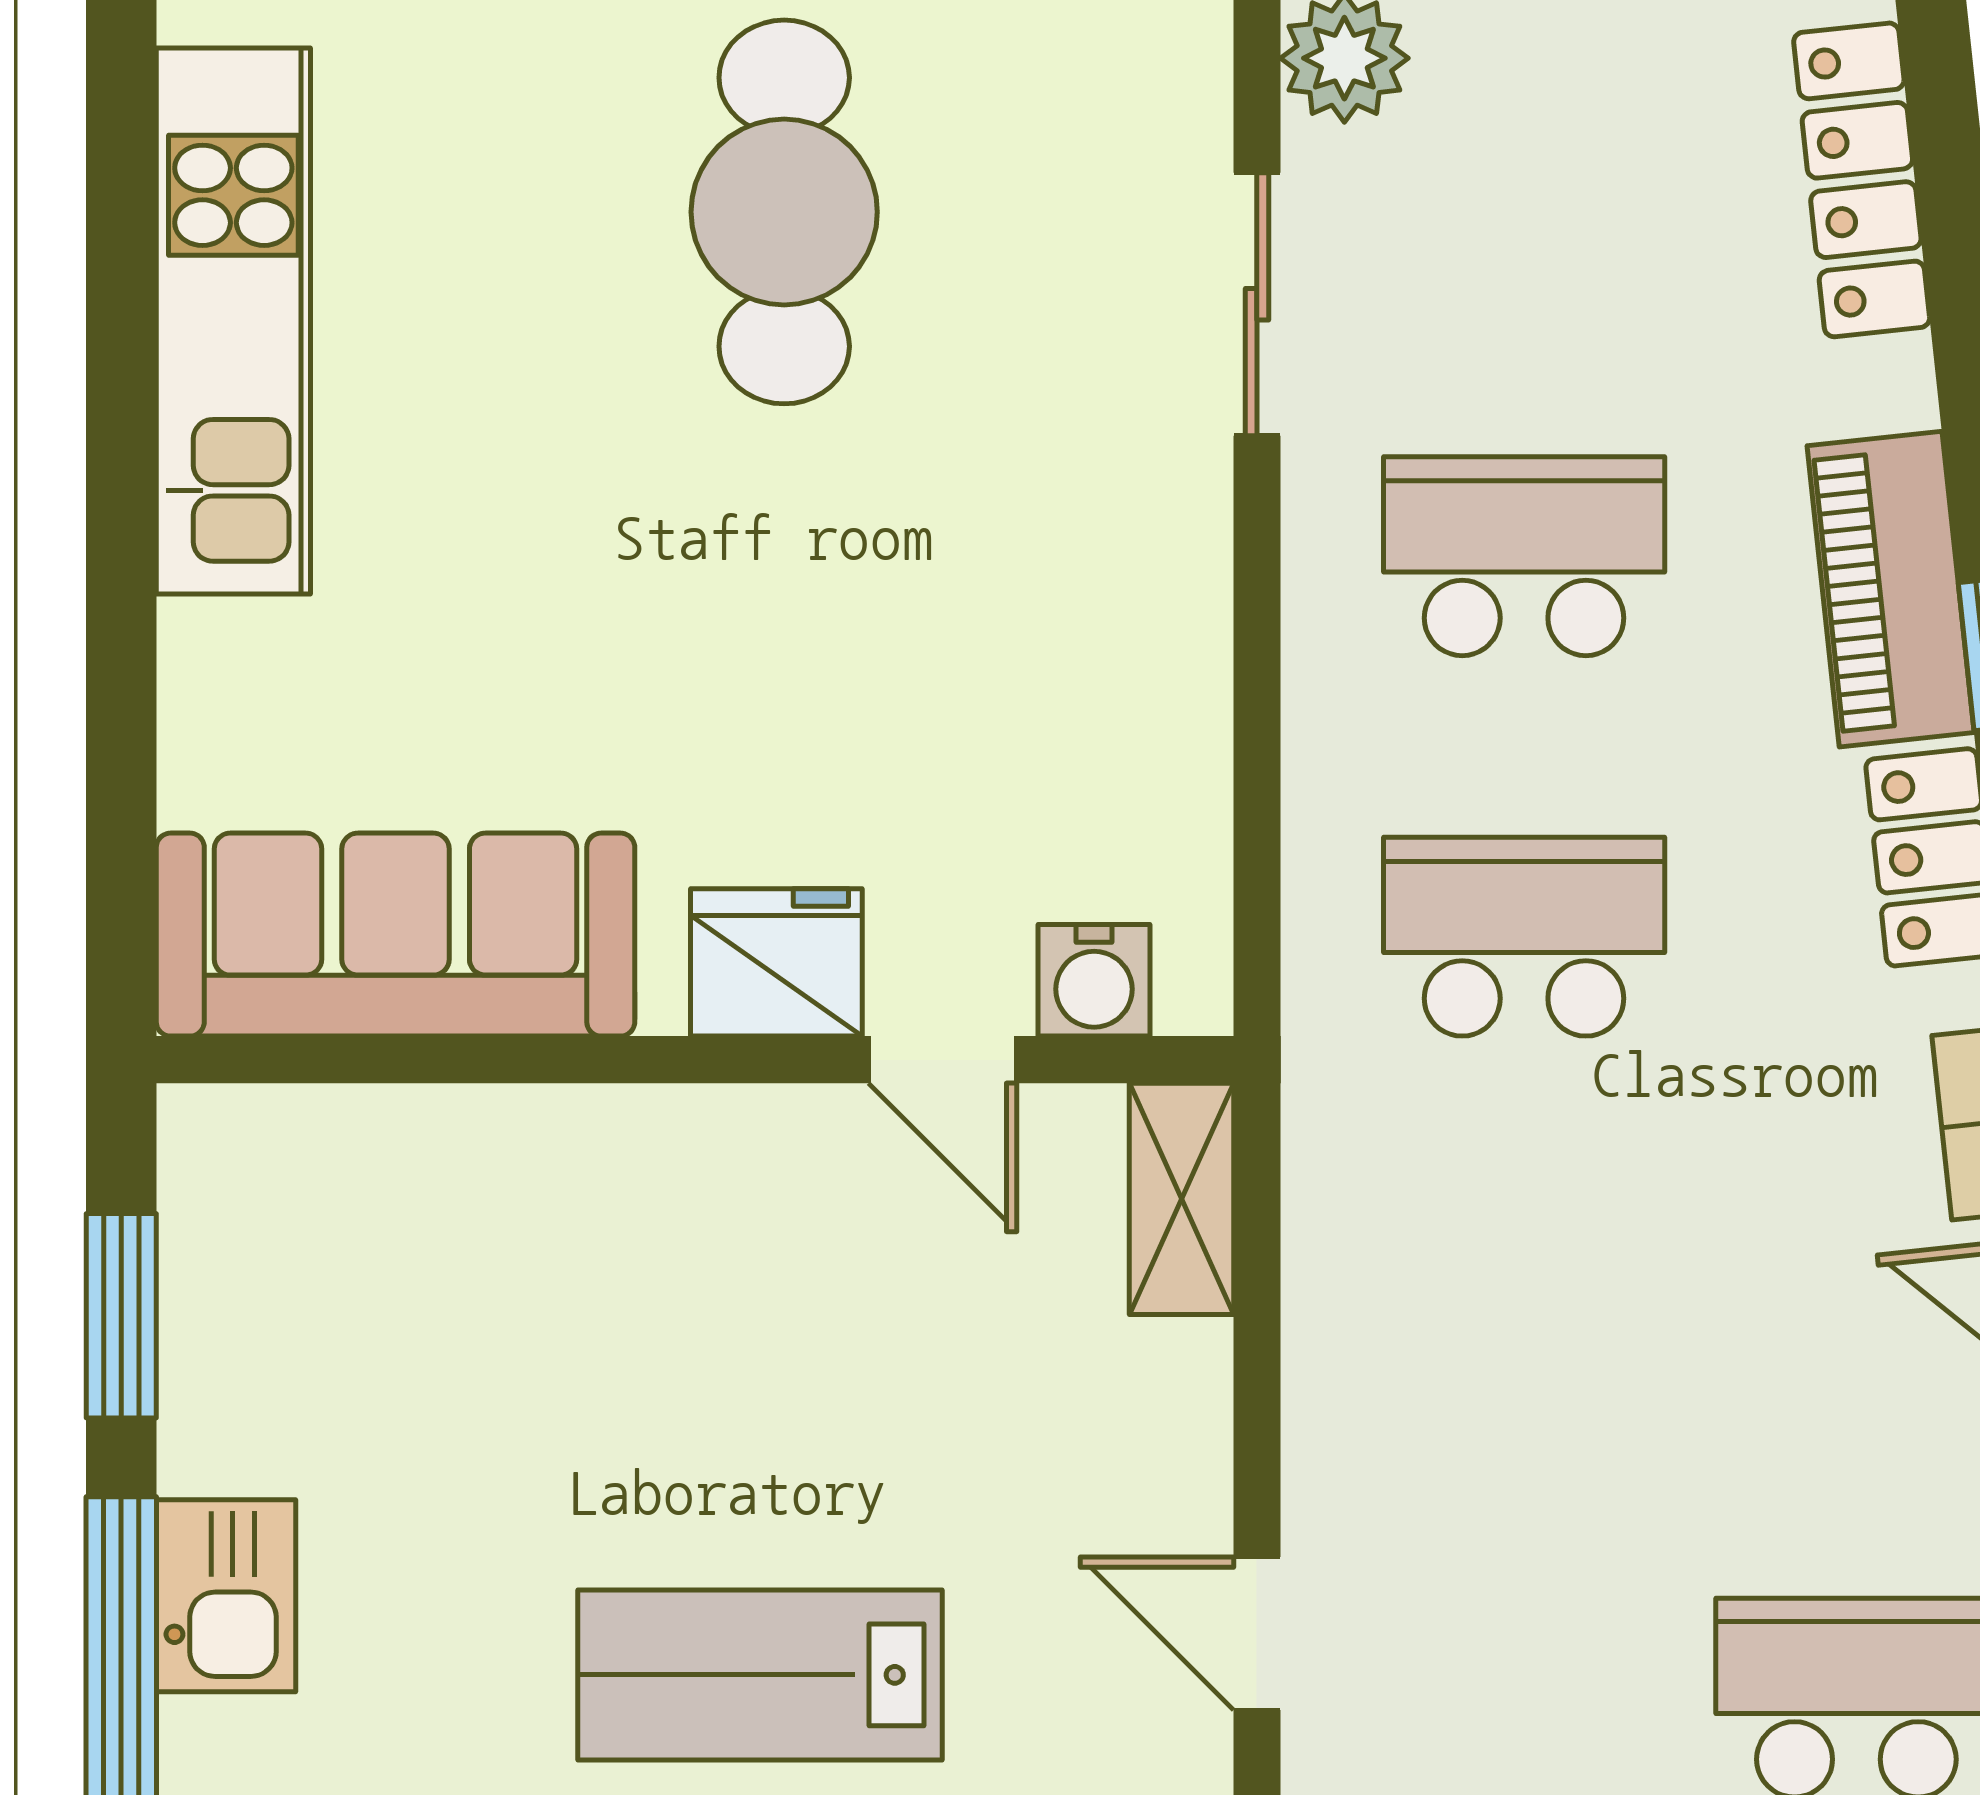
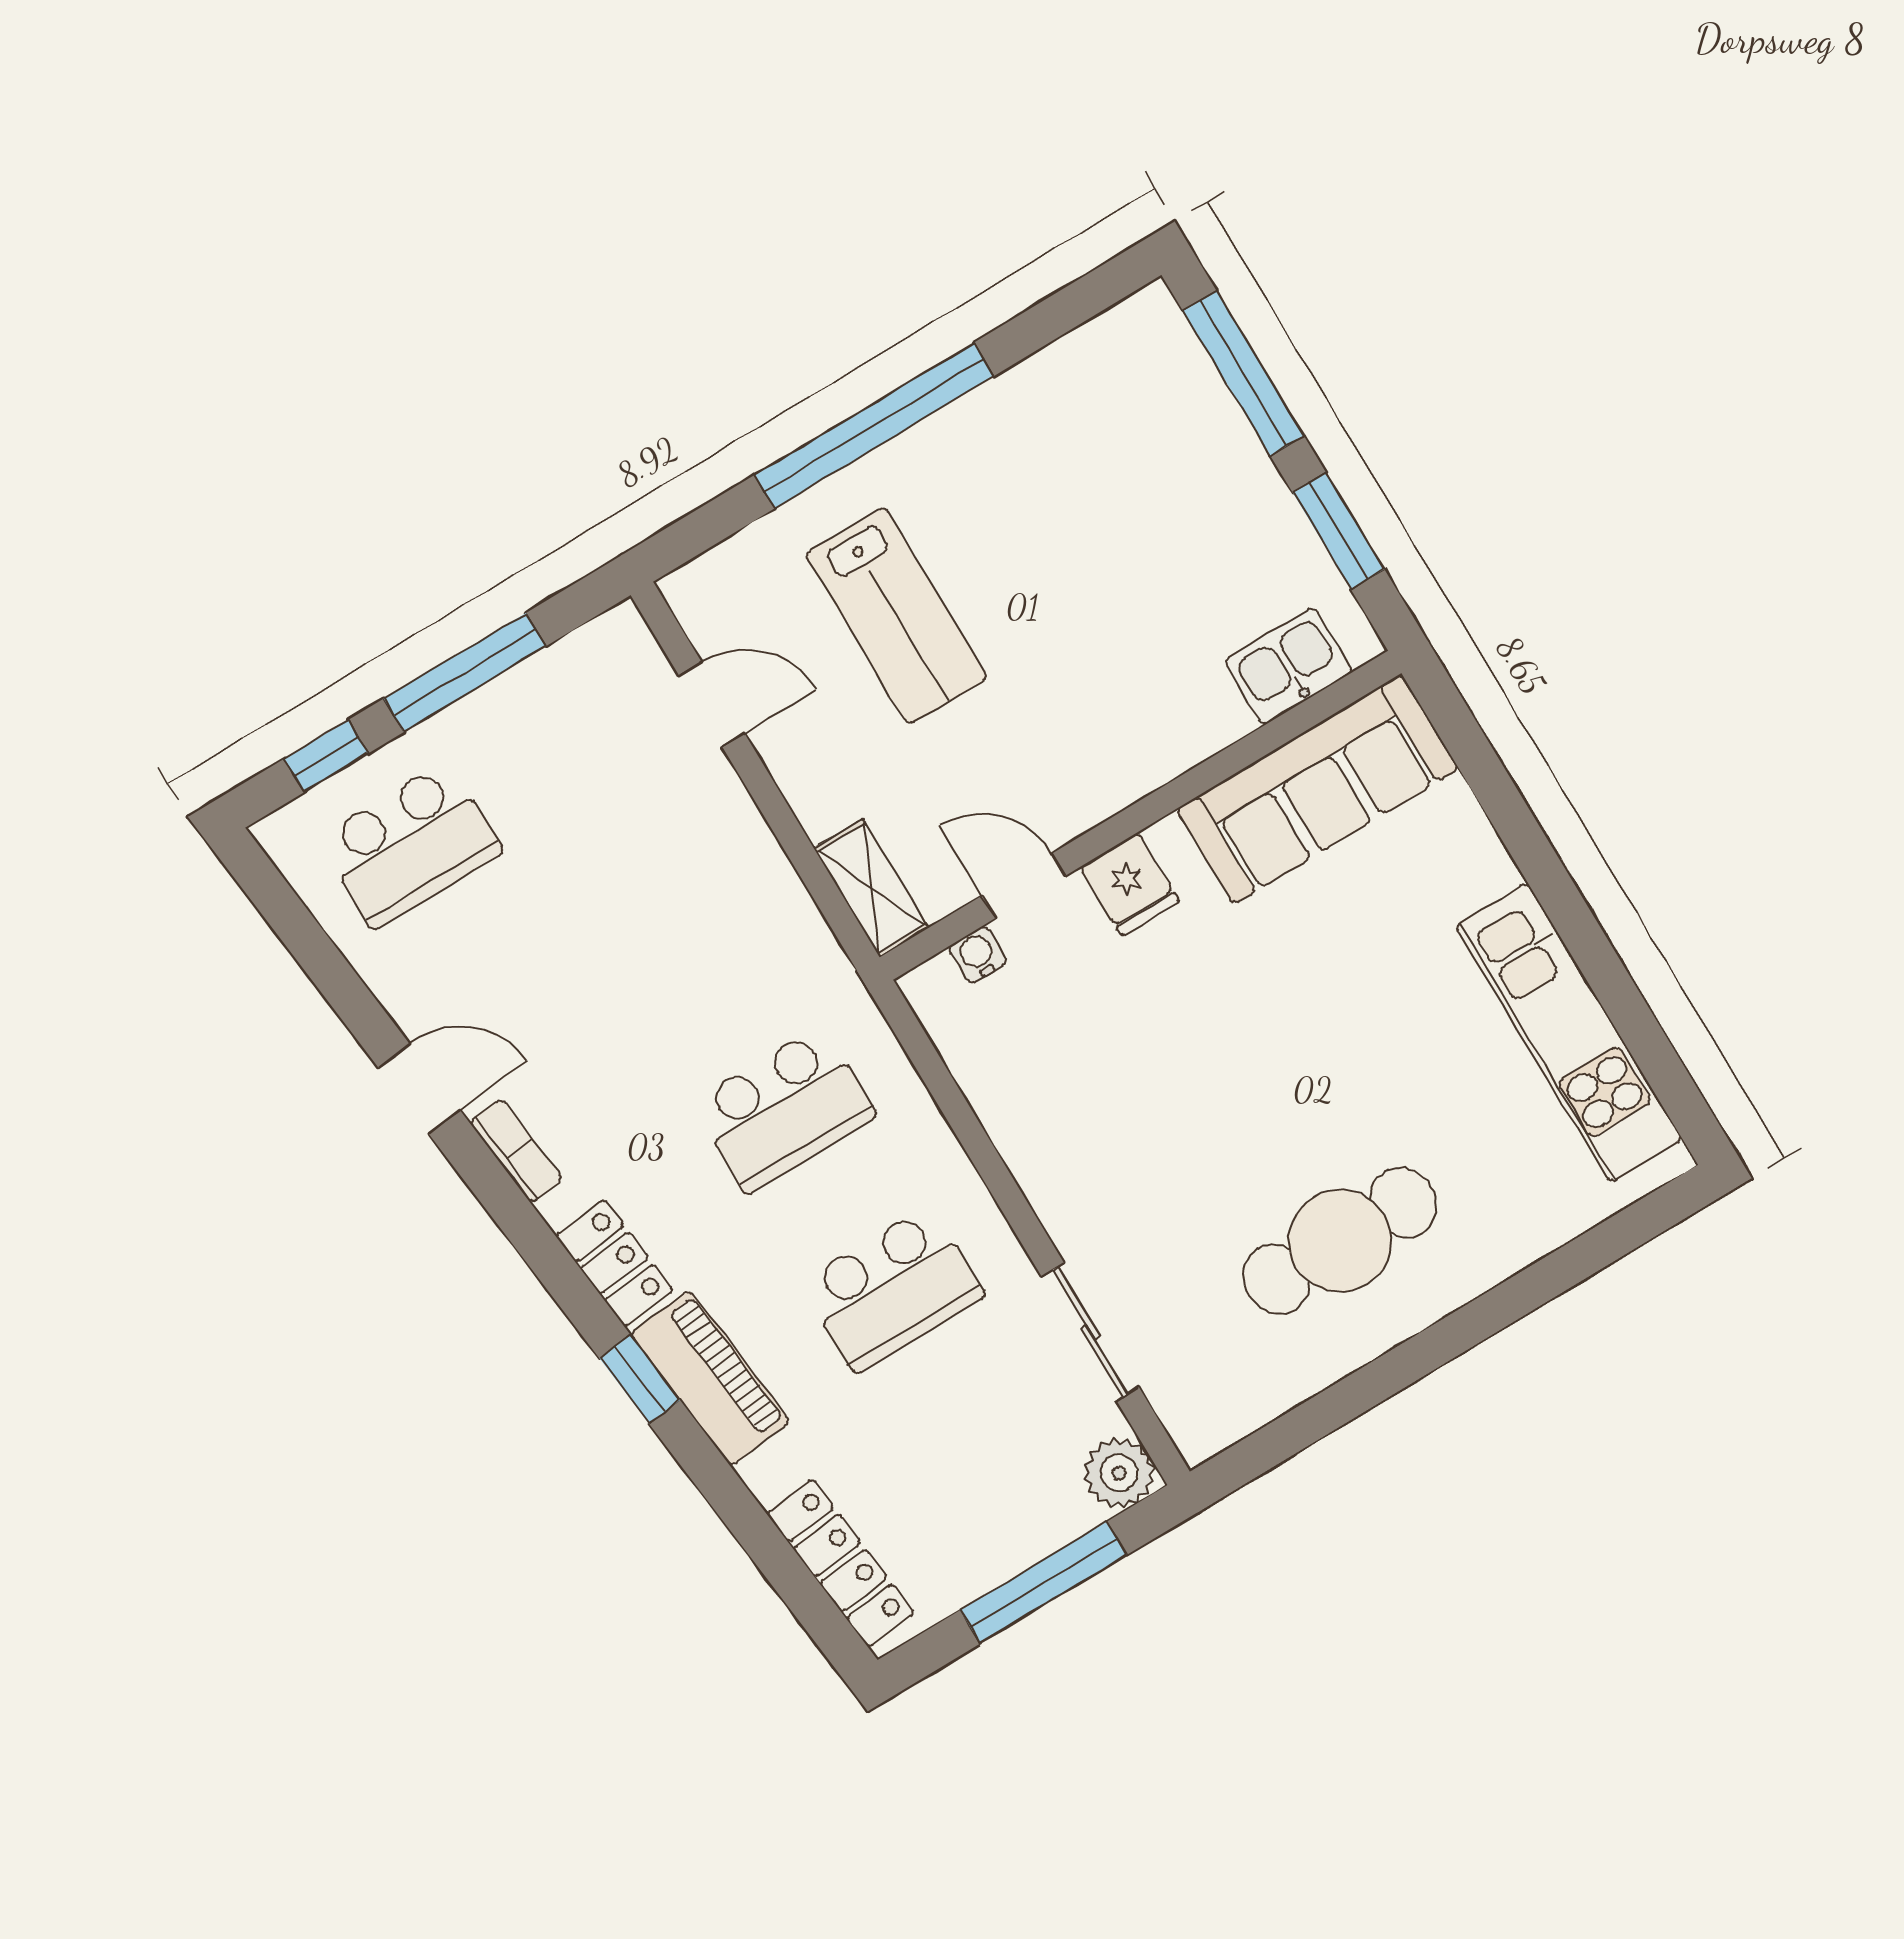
cafe table: (784, 212) -> (1340, 1241), turned 90
fridge: (776, 962) -> (1130, 884), width x0.72
water cooler: (1094, 980) -> (978, 955), width x0.72, depth x0.72
kitchen sink: (226, 1596) -> (1288, 666), moved, turned 90
lab bench: (760, 1675) -> (896, 616), moved, turned 90

